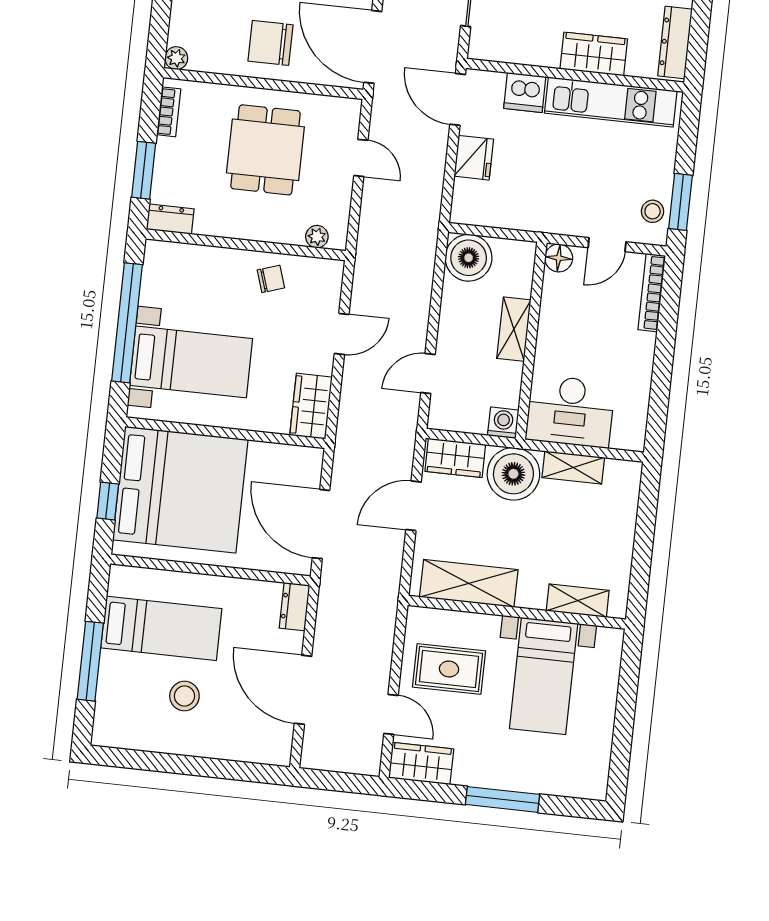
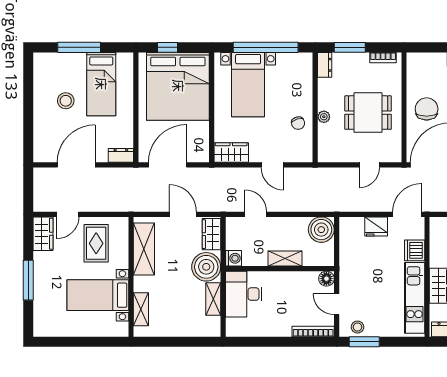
plant: (176, 58) -> (413, 59), removed
plant: (317, 237) -> (324, 117), moved

